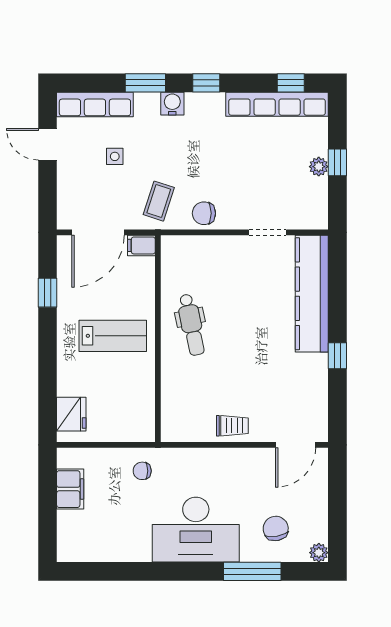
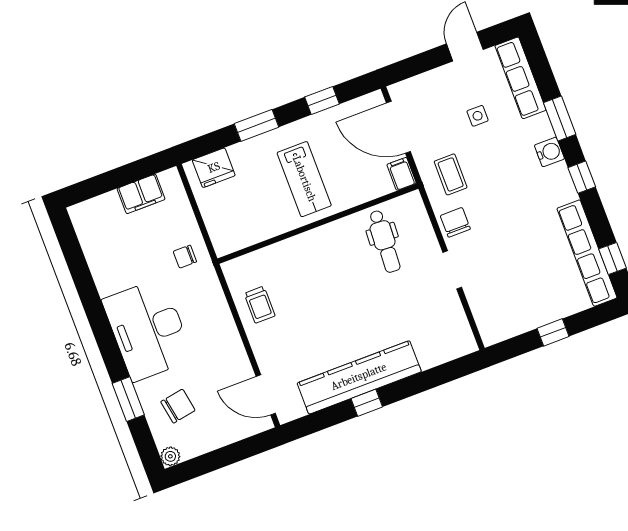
plant: (319, 167) -> (542, 316), removed
coffee table: (159, 201) -> (451, 174), turned 72
doorway: (268, 232) -> (452, 270), moved
kitchen counter: (312, 294) -> (359, 377), moved
dental chair: (191, 325) -> (384, 241), moved, turned -75
window: (47, 361) -> (256, 125), added
trolley: (232, 426) -> (260, 305), moved
chair: (142, 471) -> (185, 257), turned -90
window: (252, 571) -> (128, 399), width x0.69

